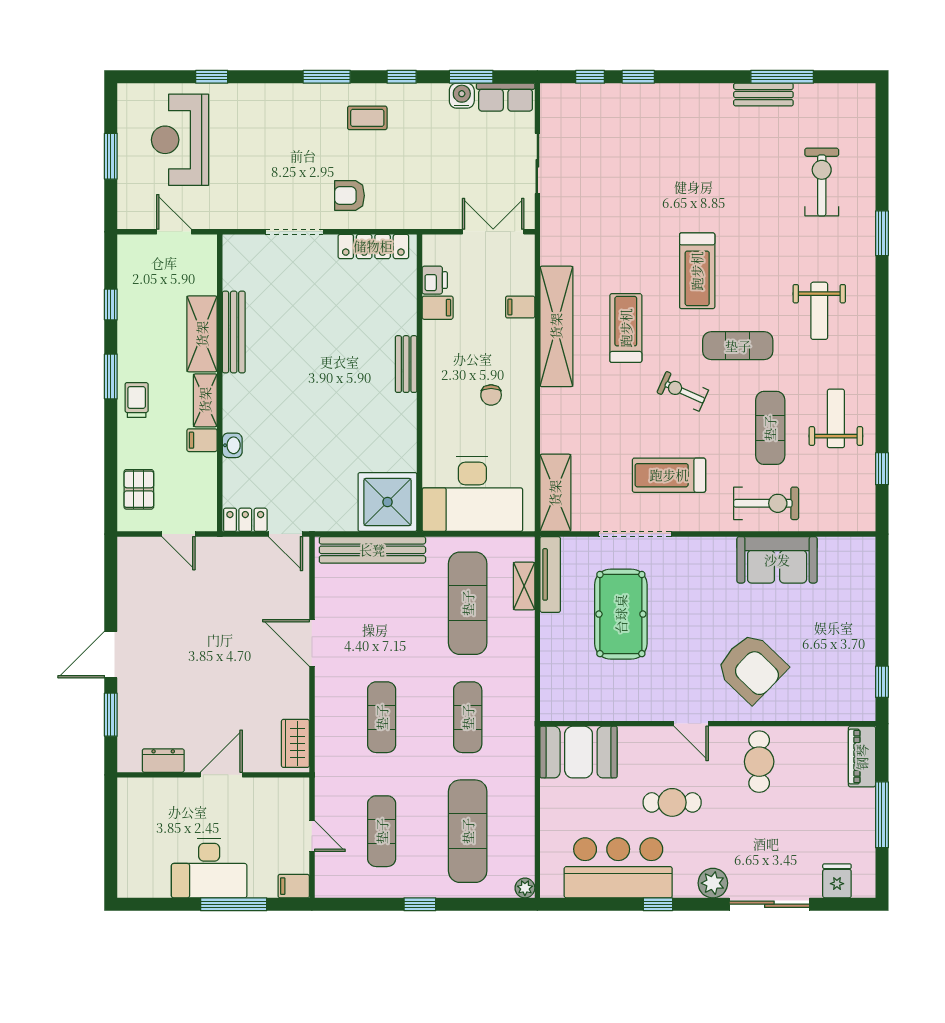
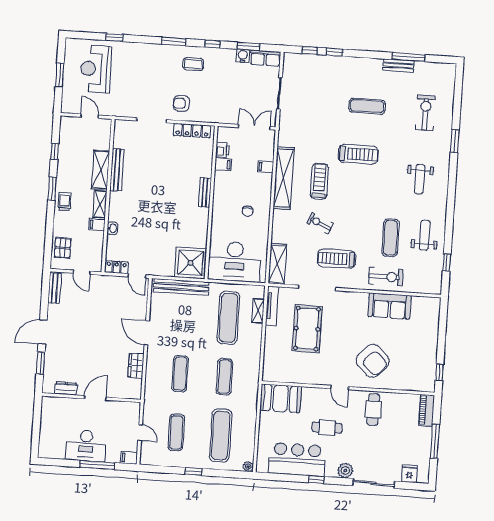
treadmill: (697, 271) -> (358, 154), turned -90
exercise mat: (738, 346) -> (367, 106), moved
exercise bike: (683, 391) -> (320, 223), moved
bench: (128, 568) -> (55, 288), added
wardrobe: (295, 743) -> (136, 366), moved

